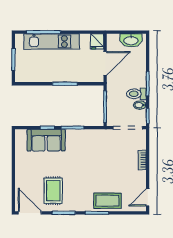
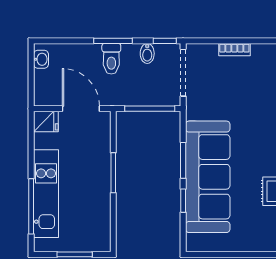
washbasin: (131, 40) -> (41, 59), width x0.52, depth x0.69
toilet: (136, 94) -> (111, 59), moved
sofa: (46, 140) -> (208, 177), width x1.85, depth x1.27

